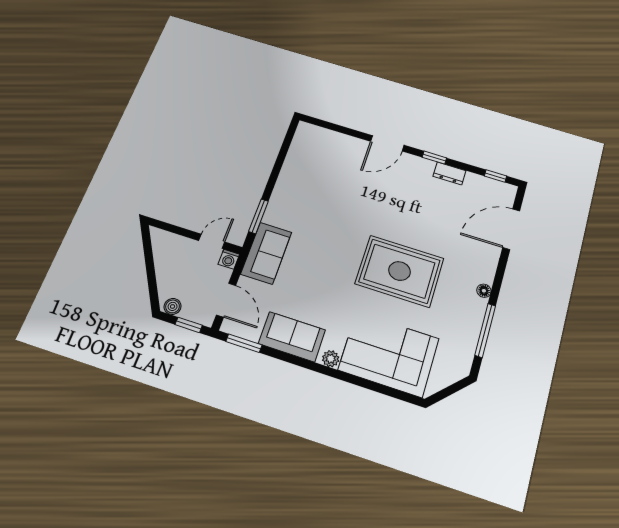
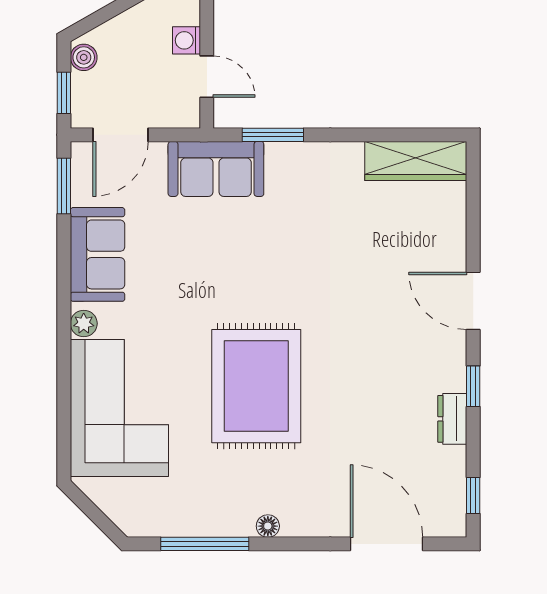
wardrobe: (301, 148) -> (416, 161), added
washing machine: (229, 259) -> (186, 40), moved

